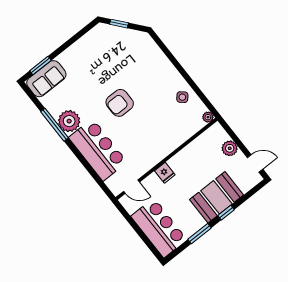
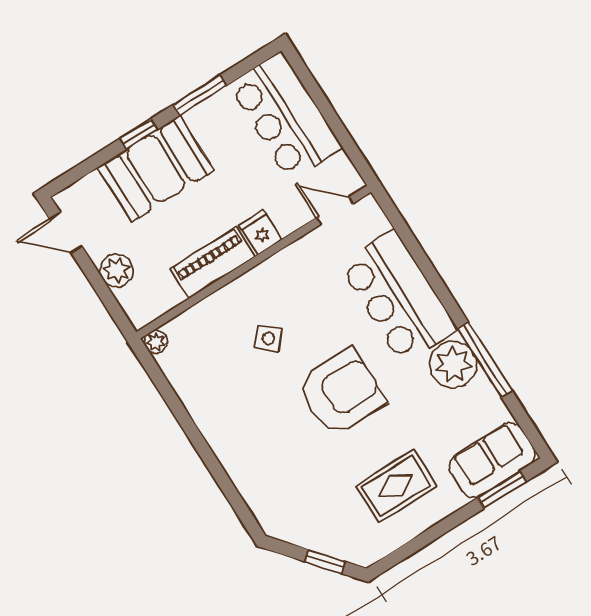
rug: (90, 62) -> (396, 486), added
side table: (182, 97) -> (268, 339), moved
armchair: (120, 103) -> (341, 392), width x1.36, depth x1.36
piano: (185, 156) -> (213, 263), added

